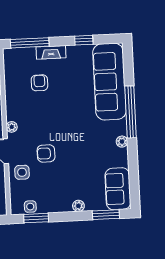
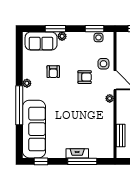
window: (84, 40) -> (41, 161), moved
window: (30, 43) -> (82, 161), moved
armchair: (39, 83) -> (53, 72), moved
sofa: (118, 189) -> (41, 41), moved, turned 90
window: (106, 215) -> (55, 29), moved

